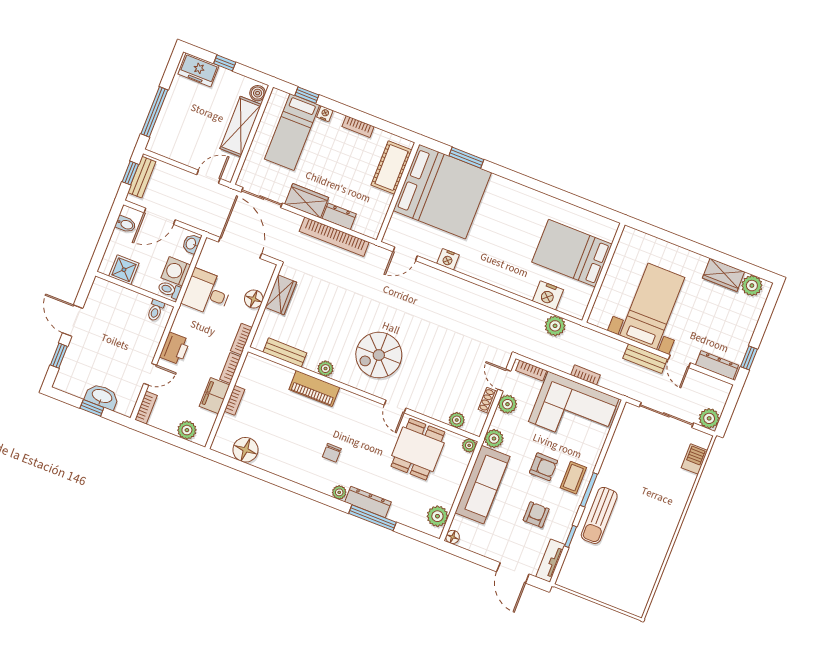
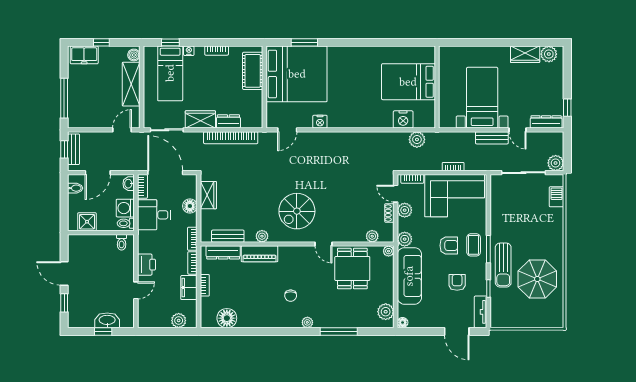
bookcase: (146, 408) -> (142, 186), moved
dresser: (368, 502) -> (223, 252), moved, turned 180
parasol: (633, 548) -> (537, 279), added

